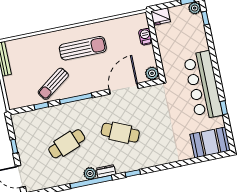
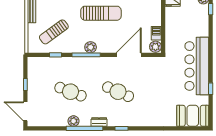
barbecue: (145, 37) -> (156, 33), moved
sun lounger: (53, 84) -> (54, 32), moved
plant: (79, 89) -> (91, 47), added
cafe table: (67, 144) -> (71, 92), turned 42
plant: (90, 173) -> (74, 121), moved

